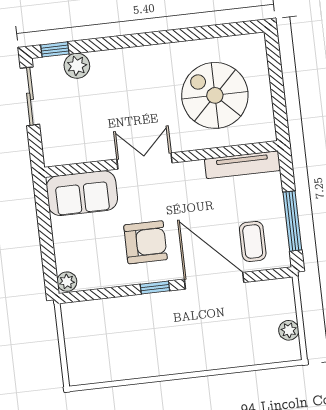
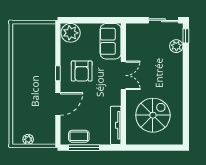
coffee table: (253, 241) -> (79, 136), moved
door: (214, 281) -> (58, 104), width x0.73
plant: (67, 282) -> (71, 33), width x1.87, depth x1.87

